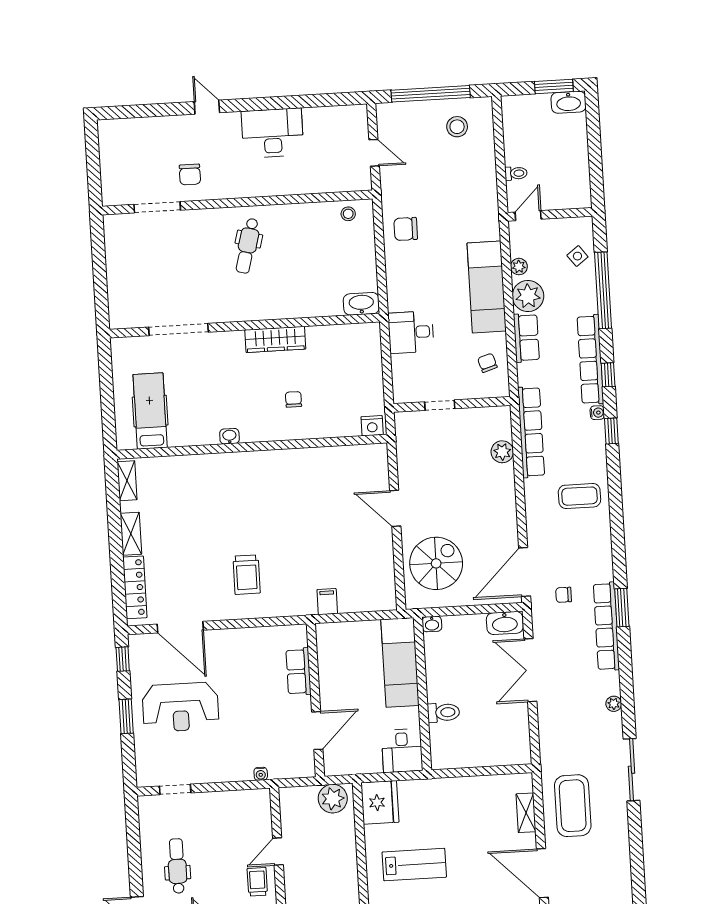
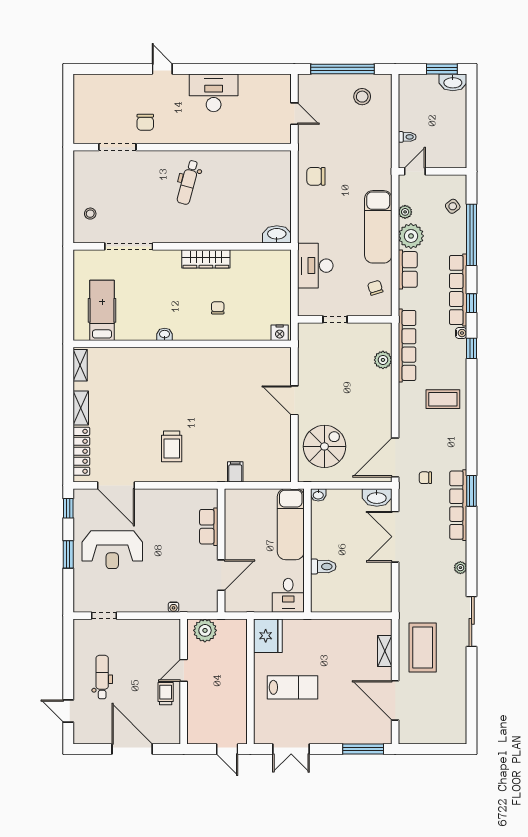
stool: (348, 214) -> (90, 214), moved
desk: (411, 332) -> (315, 266), width x1.37
plant: (333, 799) -> (205, 630), moved

